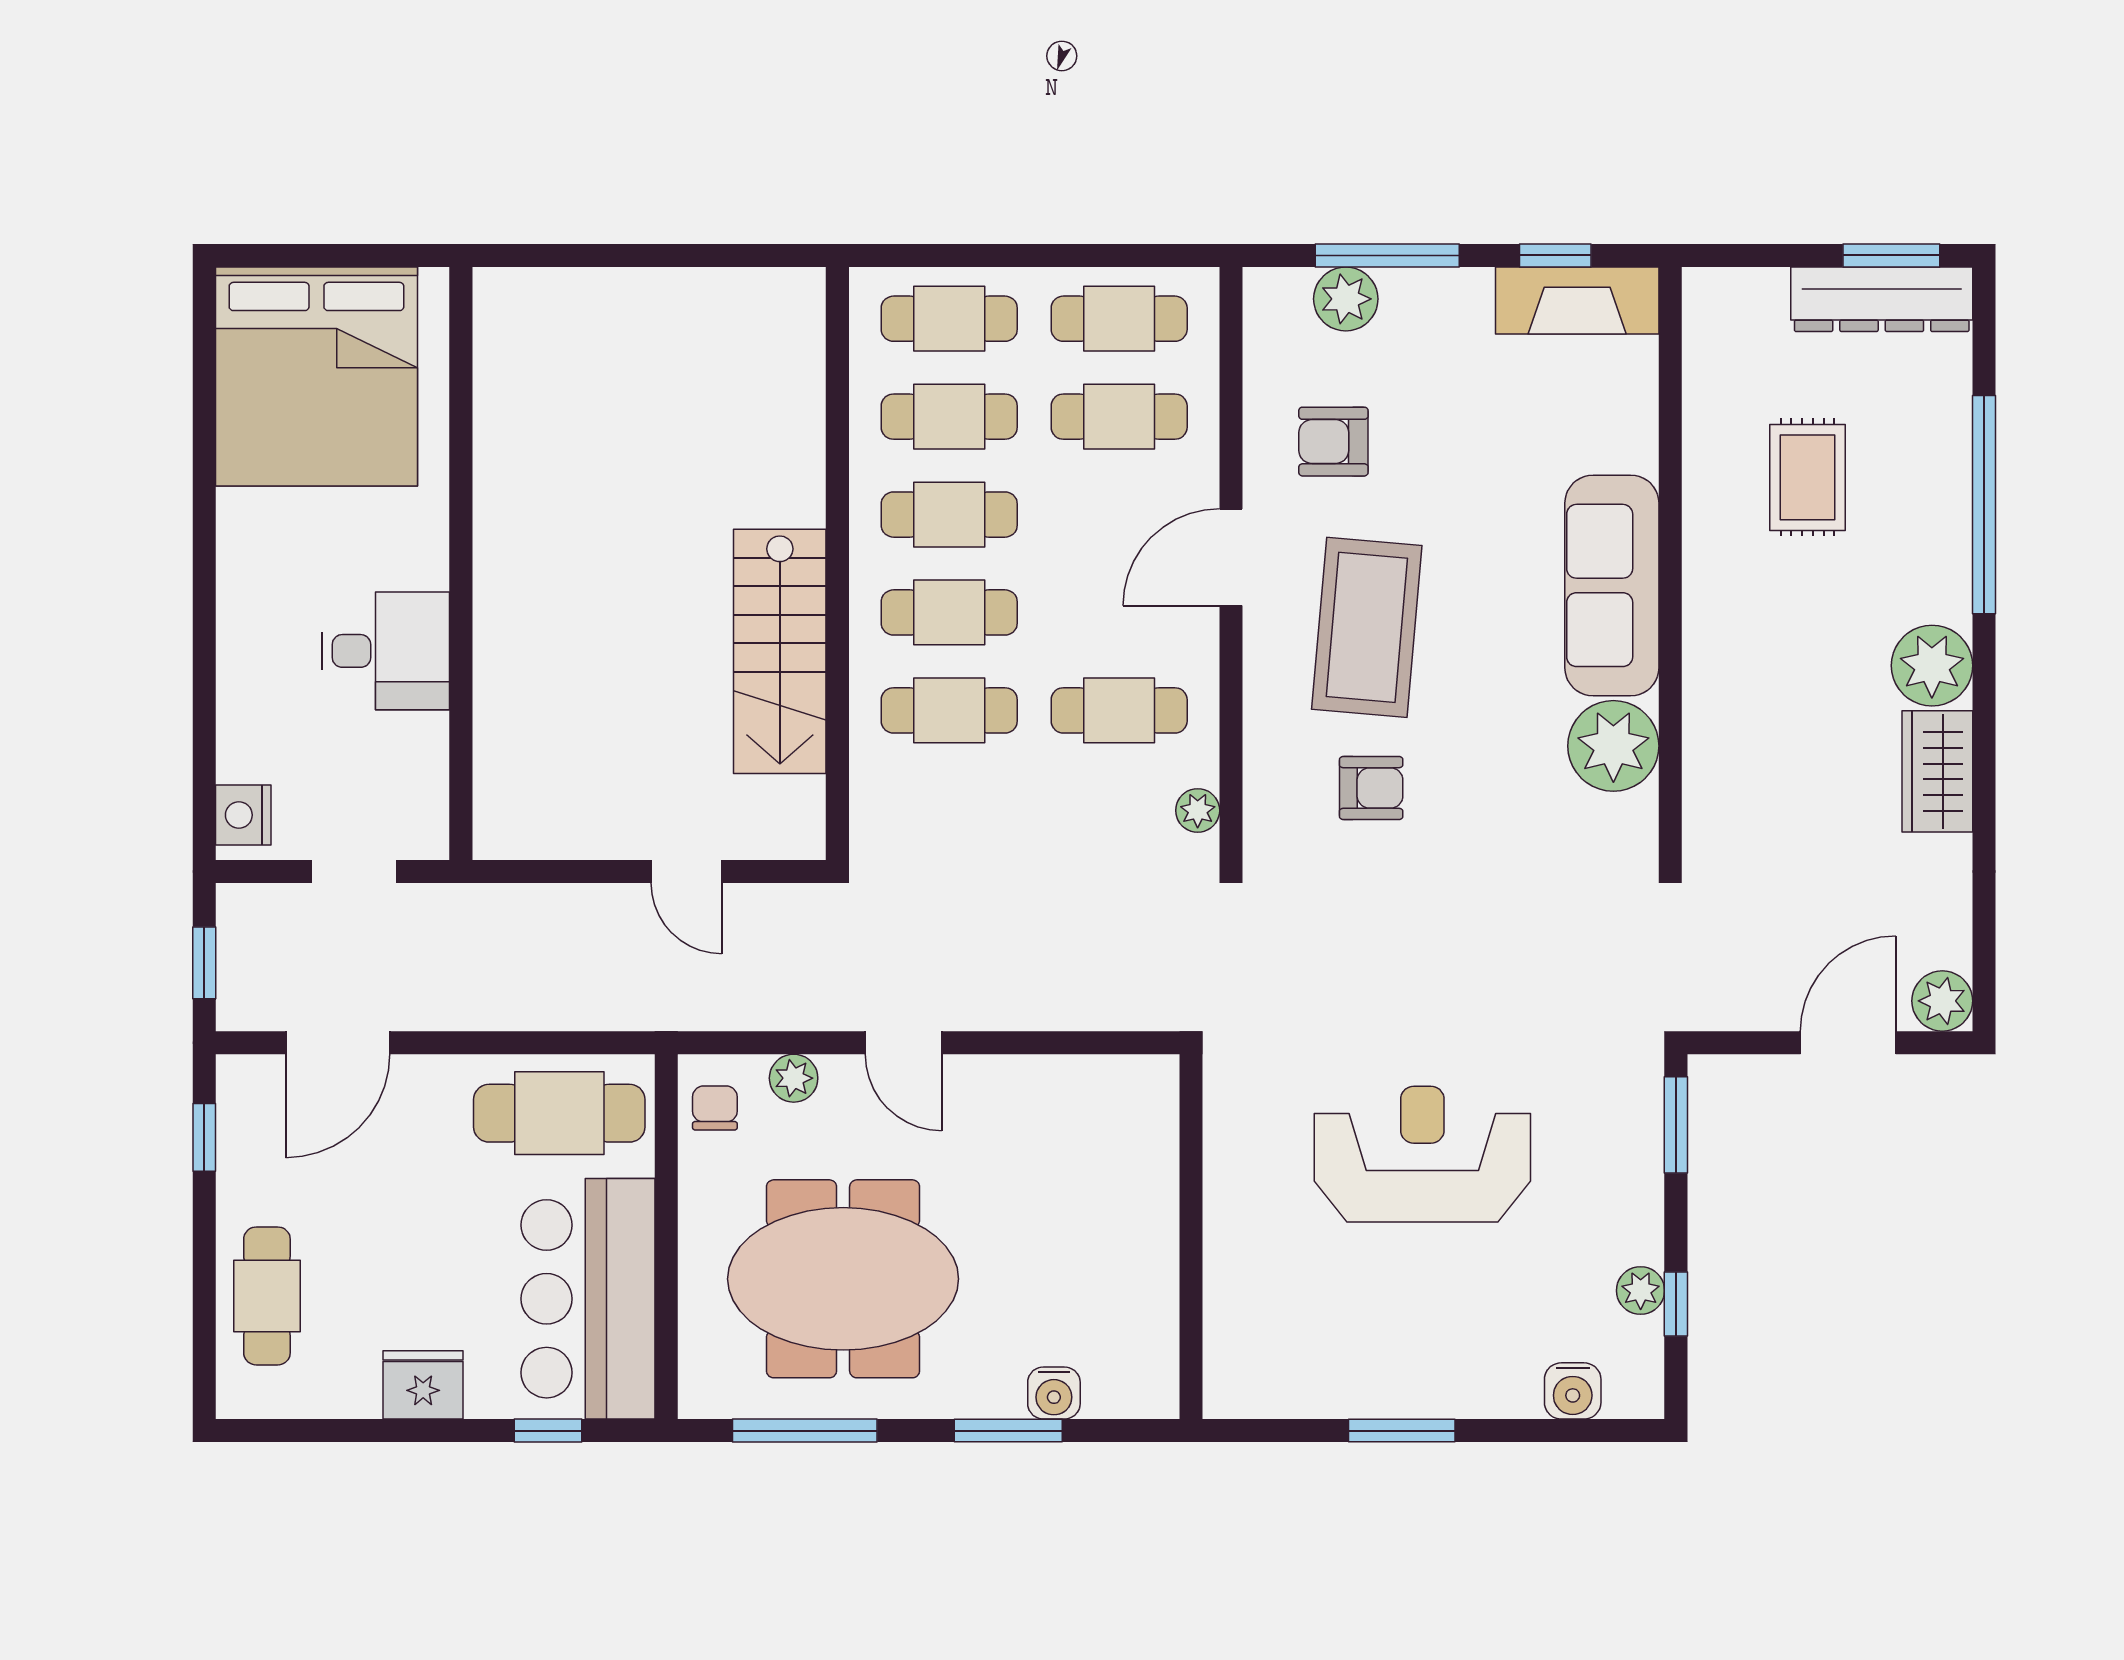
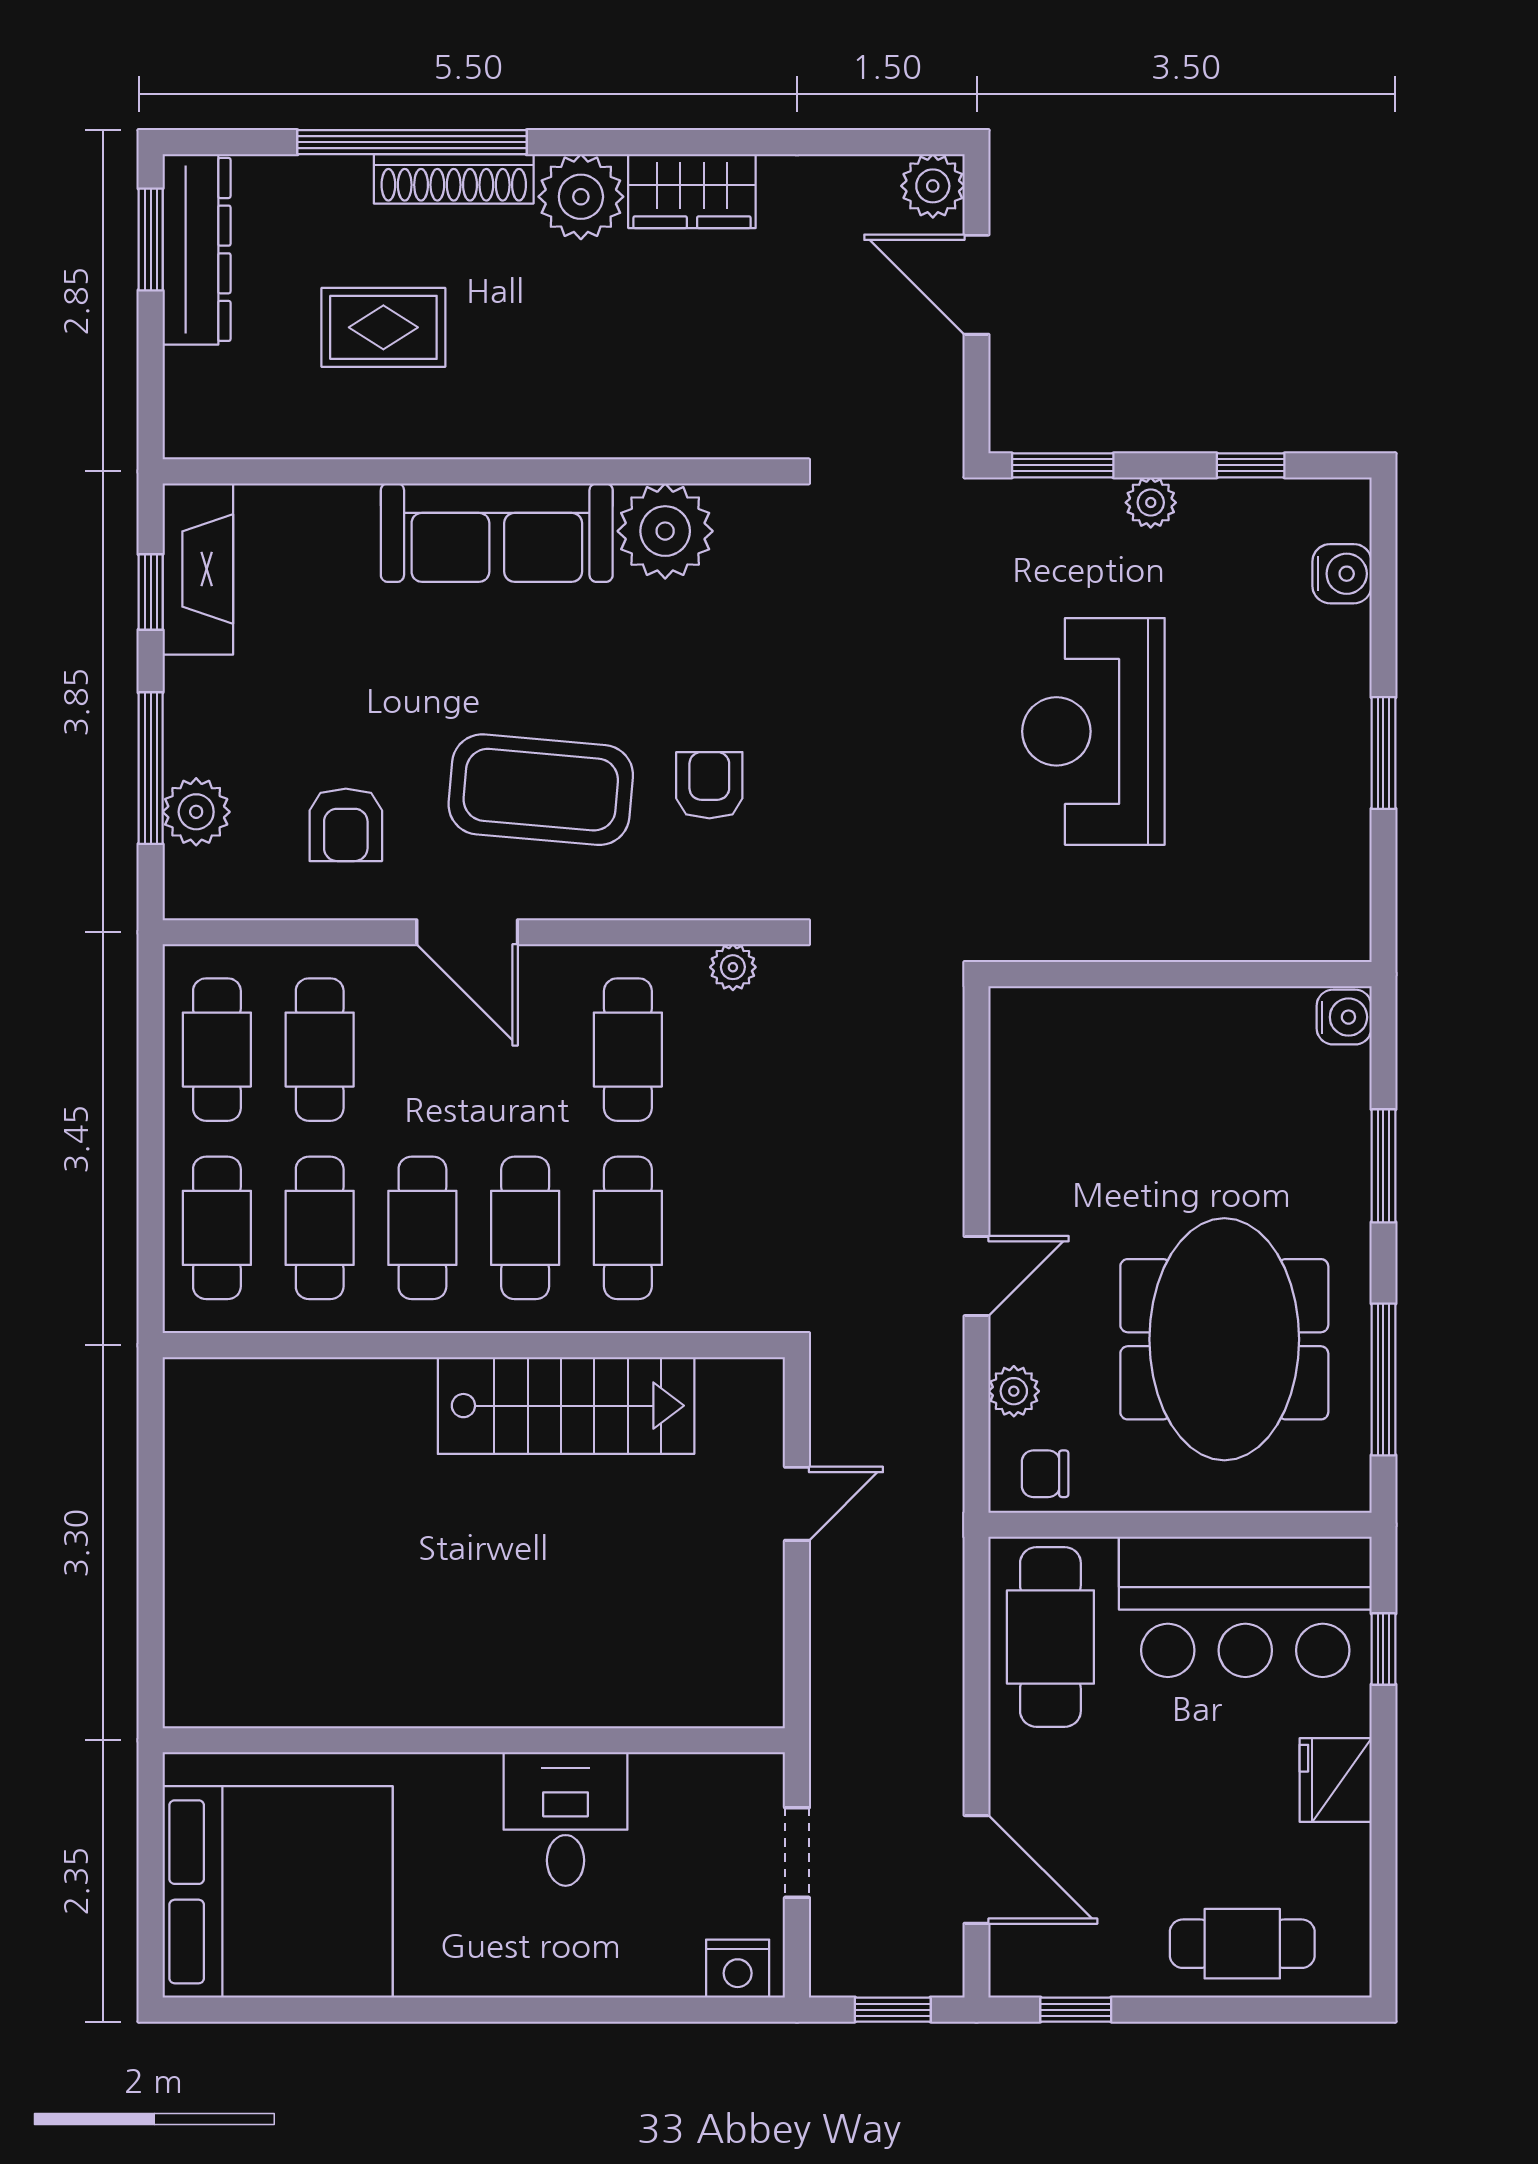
shoe rack: (1949, 544) -> (454, 179), added
plant: (1641, 1291) -> (1151, 503), moved
water cooler: (1054, 1393) -> (1344, 1017), moved

